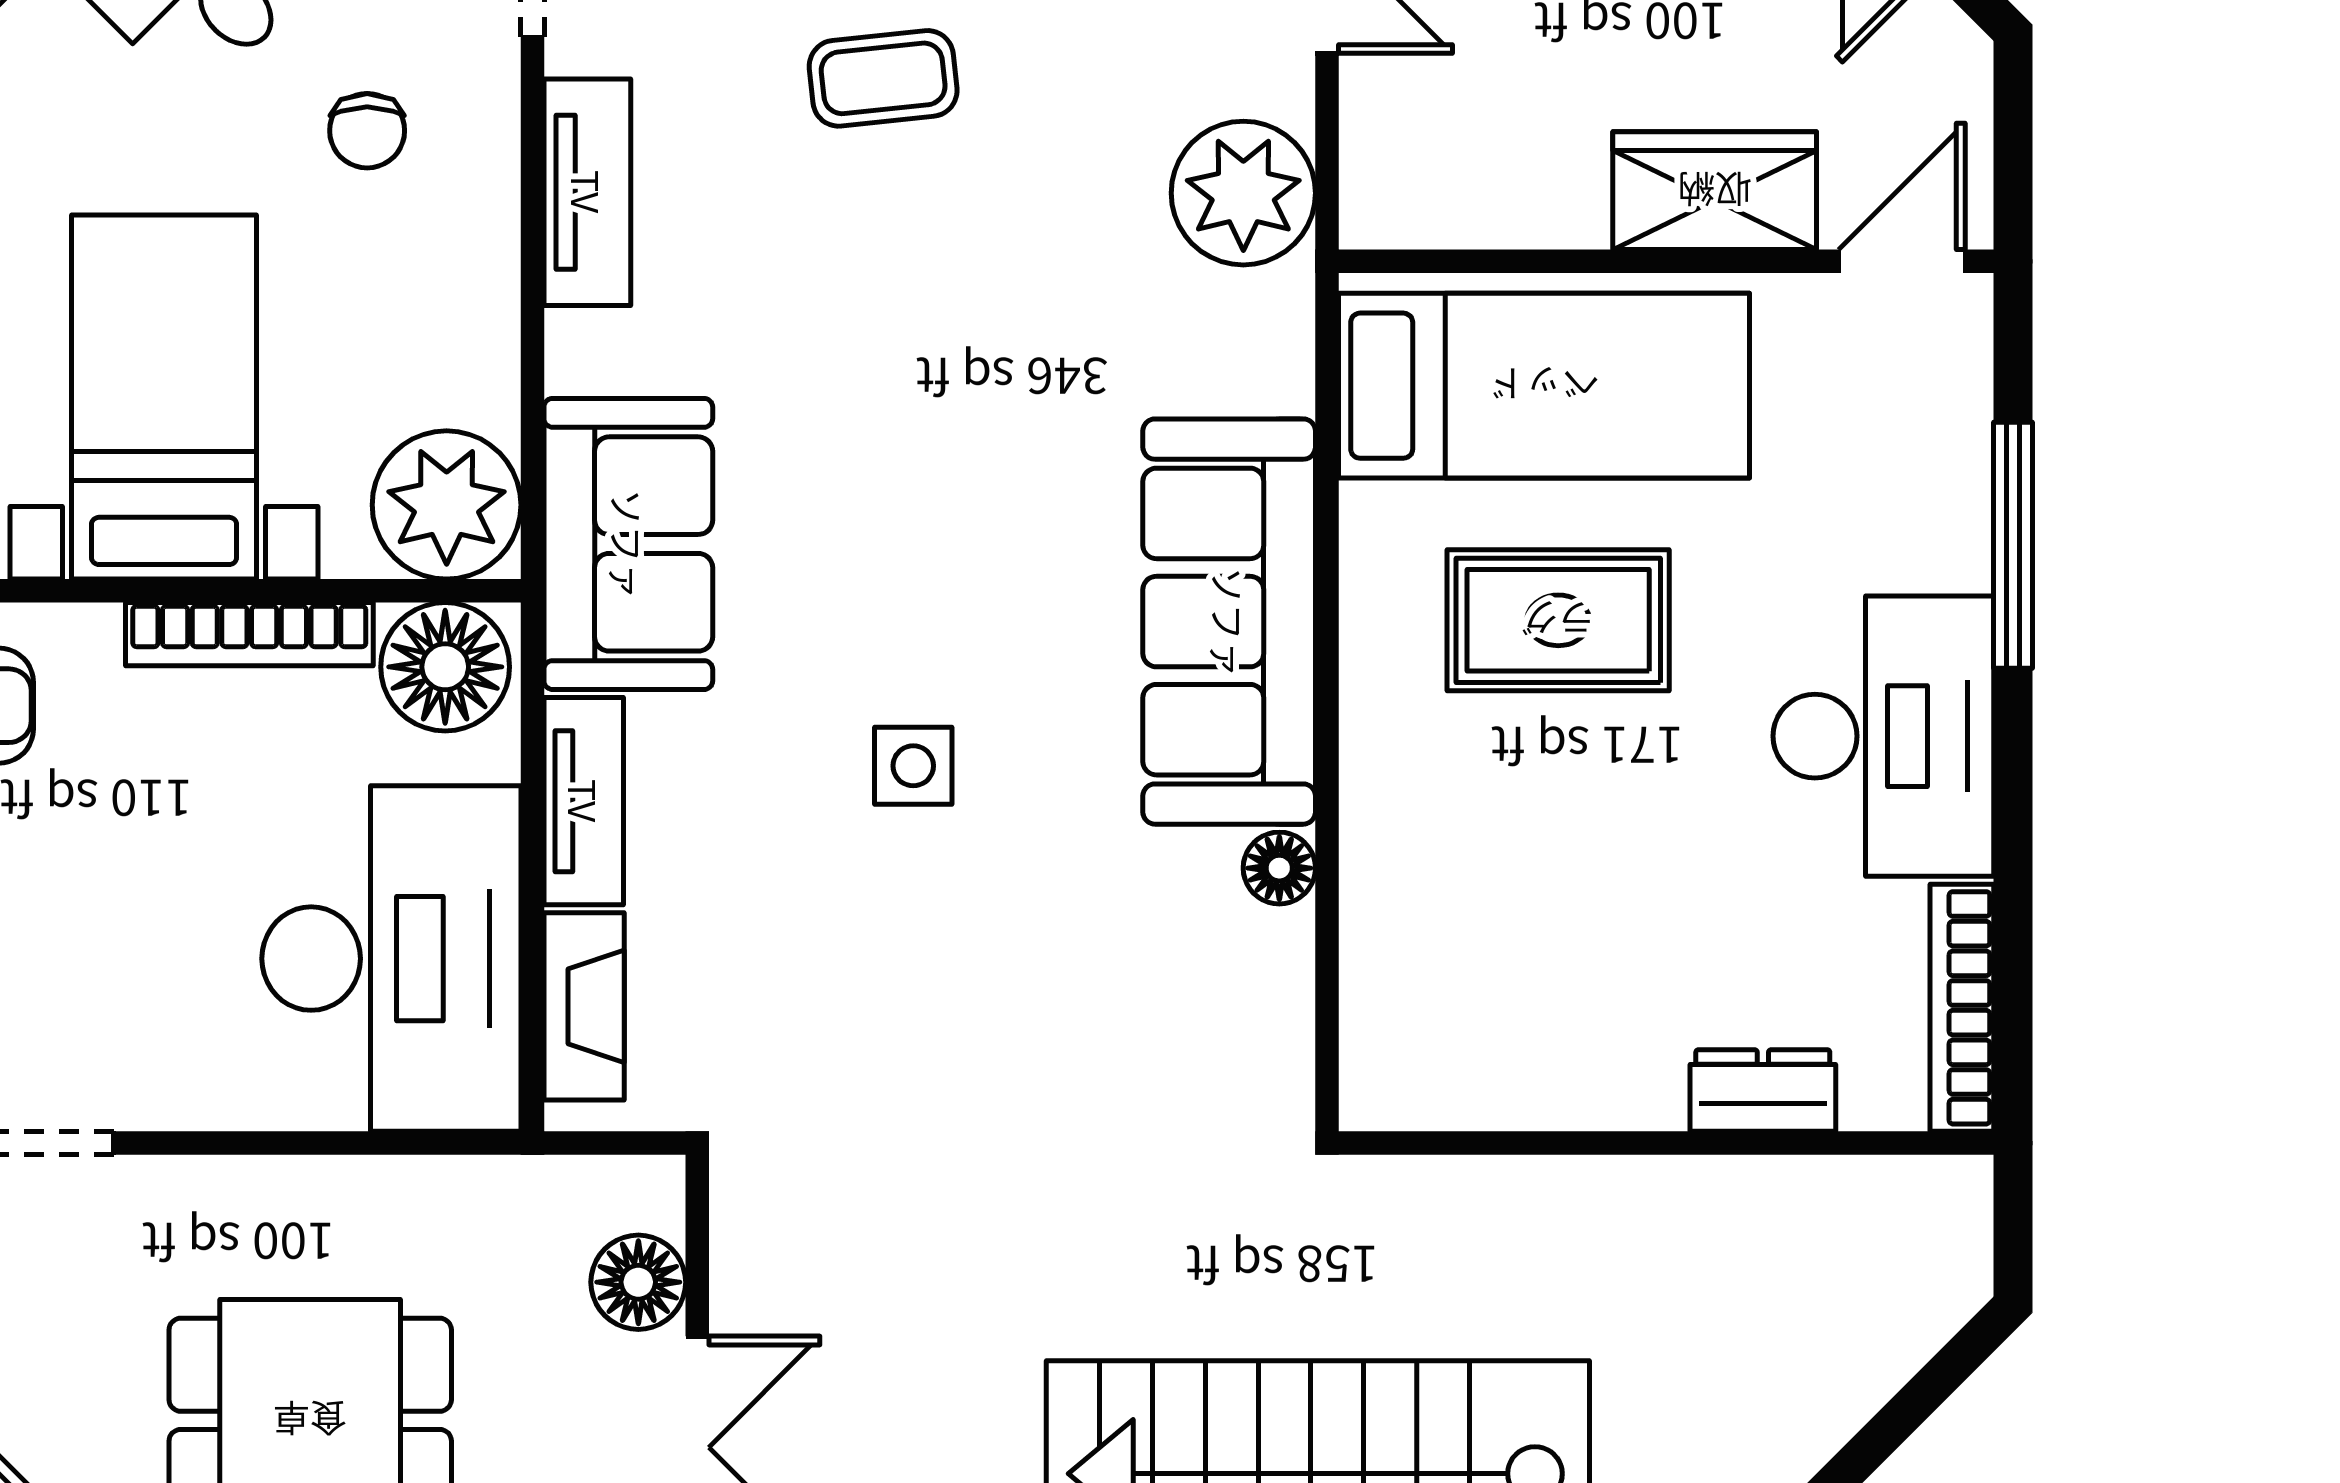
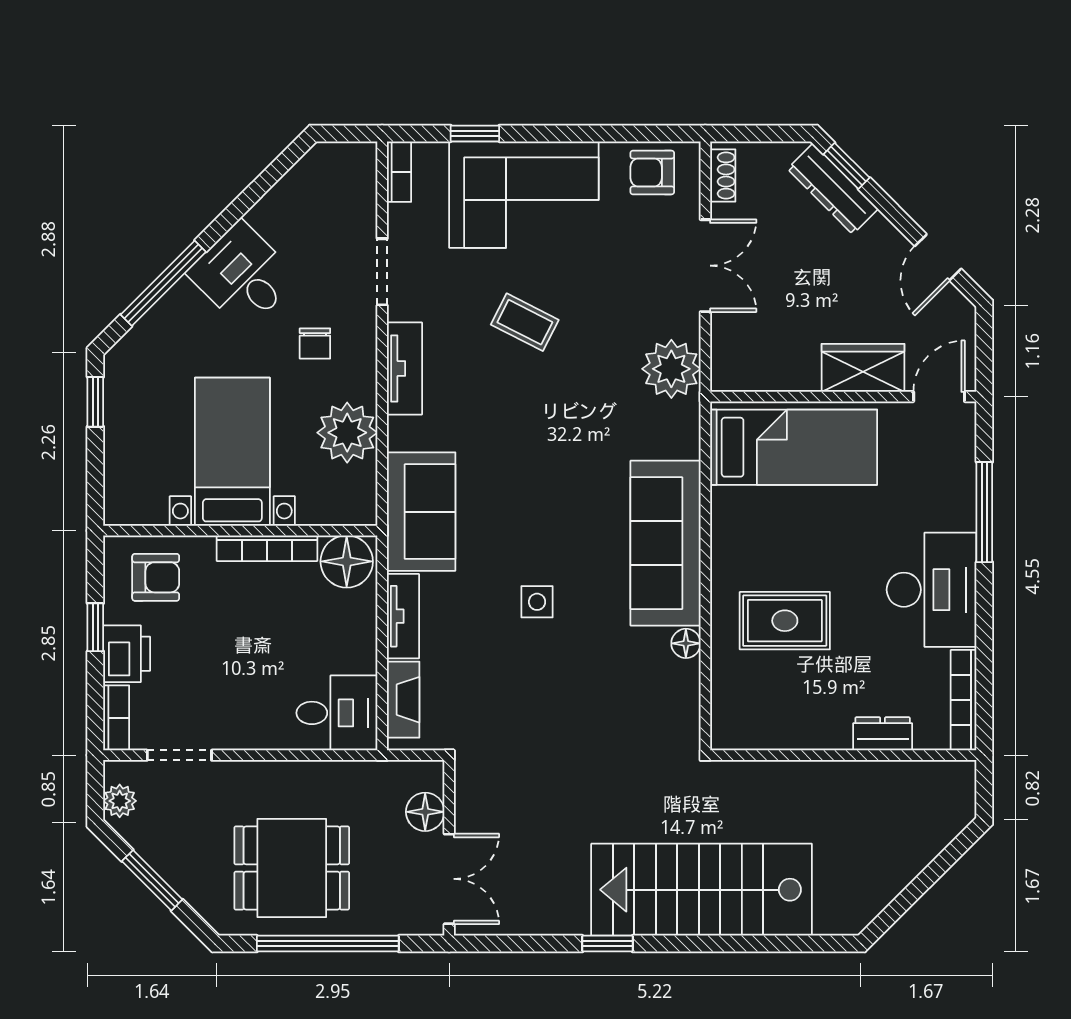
coffee table: (883, 78) -> (525, 322), turned 33
plant: (447, 505) -> (347, 433), moved
rug: (1558, 620) -> (785, 621), moved
desk: (391, 959) -> (337, 713), width x0.53, depth x0.77

